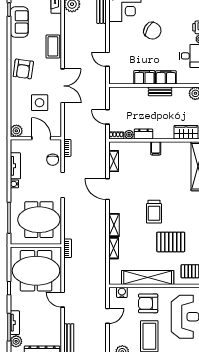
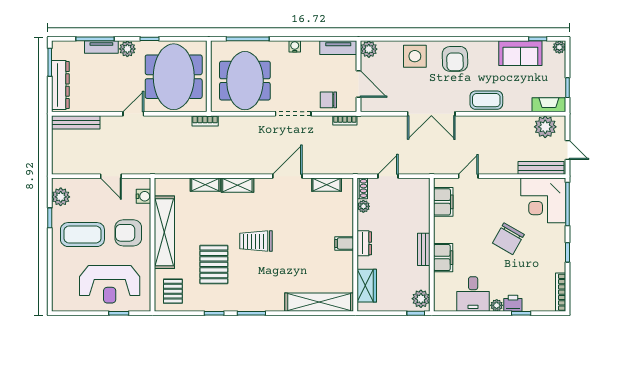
armchair: (23, 69) -> (455, 59), turned -99
filing cabinet: (144, 77) -> (443, 202), moved
side table: (40, 103) -> (415, 56), moved
dresser: (143, 134) -> (364, 243), moved
door: (41, 138) -> (358, 84), hinge flipped
tv unit: (15, 166) -> (338, 48), moved
armchair: (148, 303) -> (128, 233), turned -90
plant: (16, 341) -> (127, 49), moved

